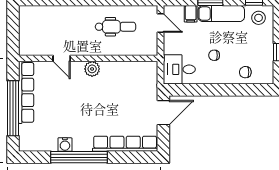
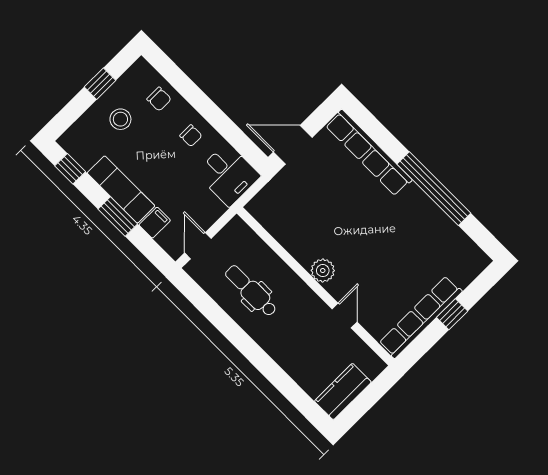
stool: (259, 18) -> (120, 119), moved
kitchen counter: (27, 23) -> (343, 392), added
chair: (214, 55) -> (191, 136), moved
window: (13, 108) -> (452, 314), width x0.32
water cooler: (65, 145) -> (435, 218), removed

